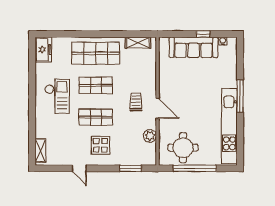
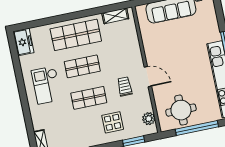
checkout: (57, 96) -> (46, 85), turned 180
trolley: (136, 102) -> (125, 87), moved
plant: (150, 136) -> (149, 119), moved
display table: (101, 145) -> (113, 122), moved

